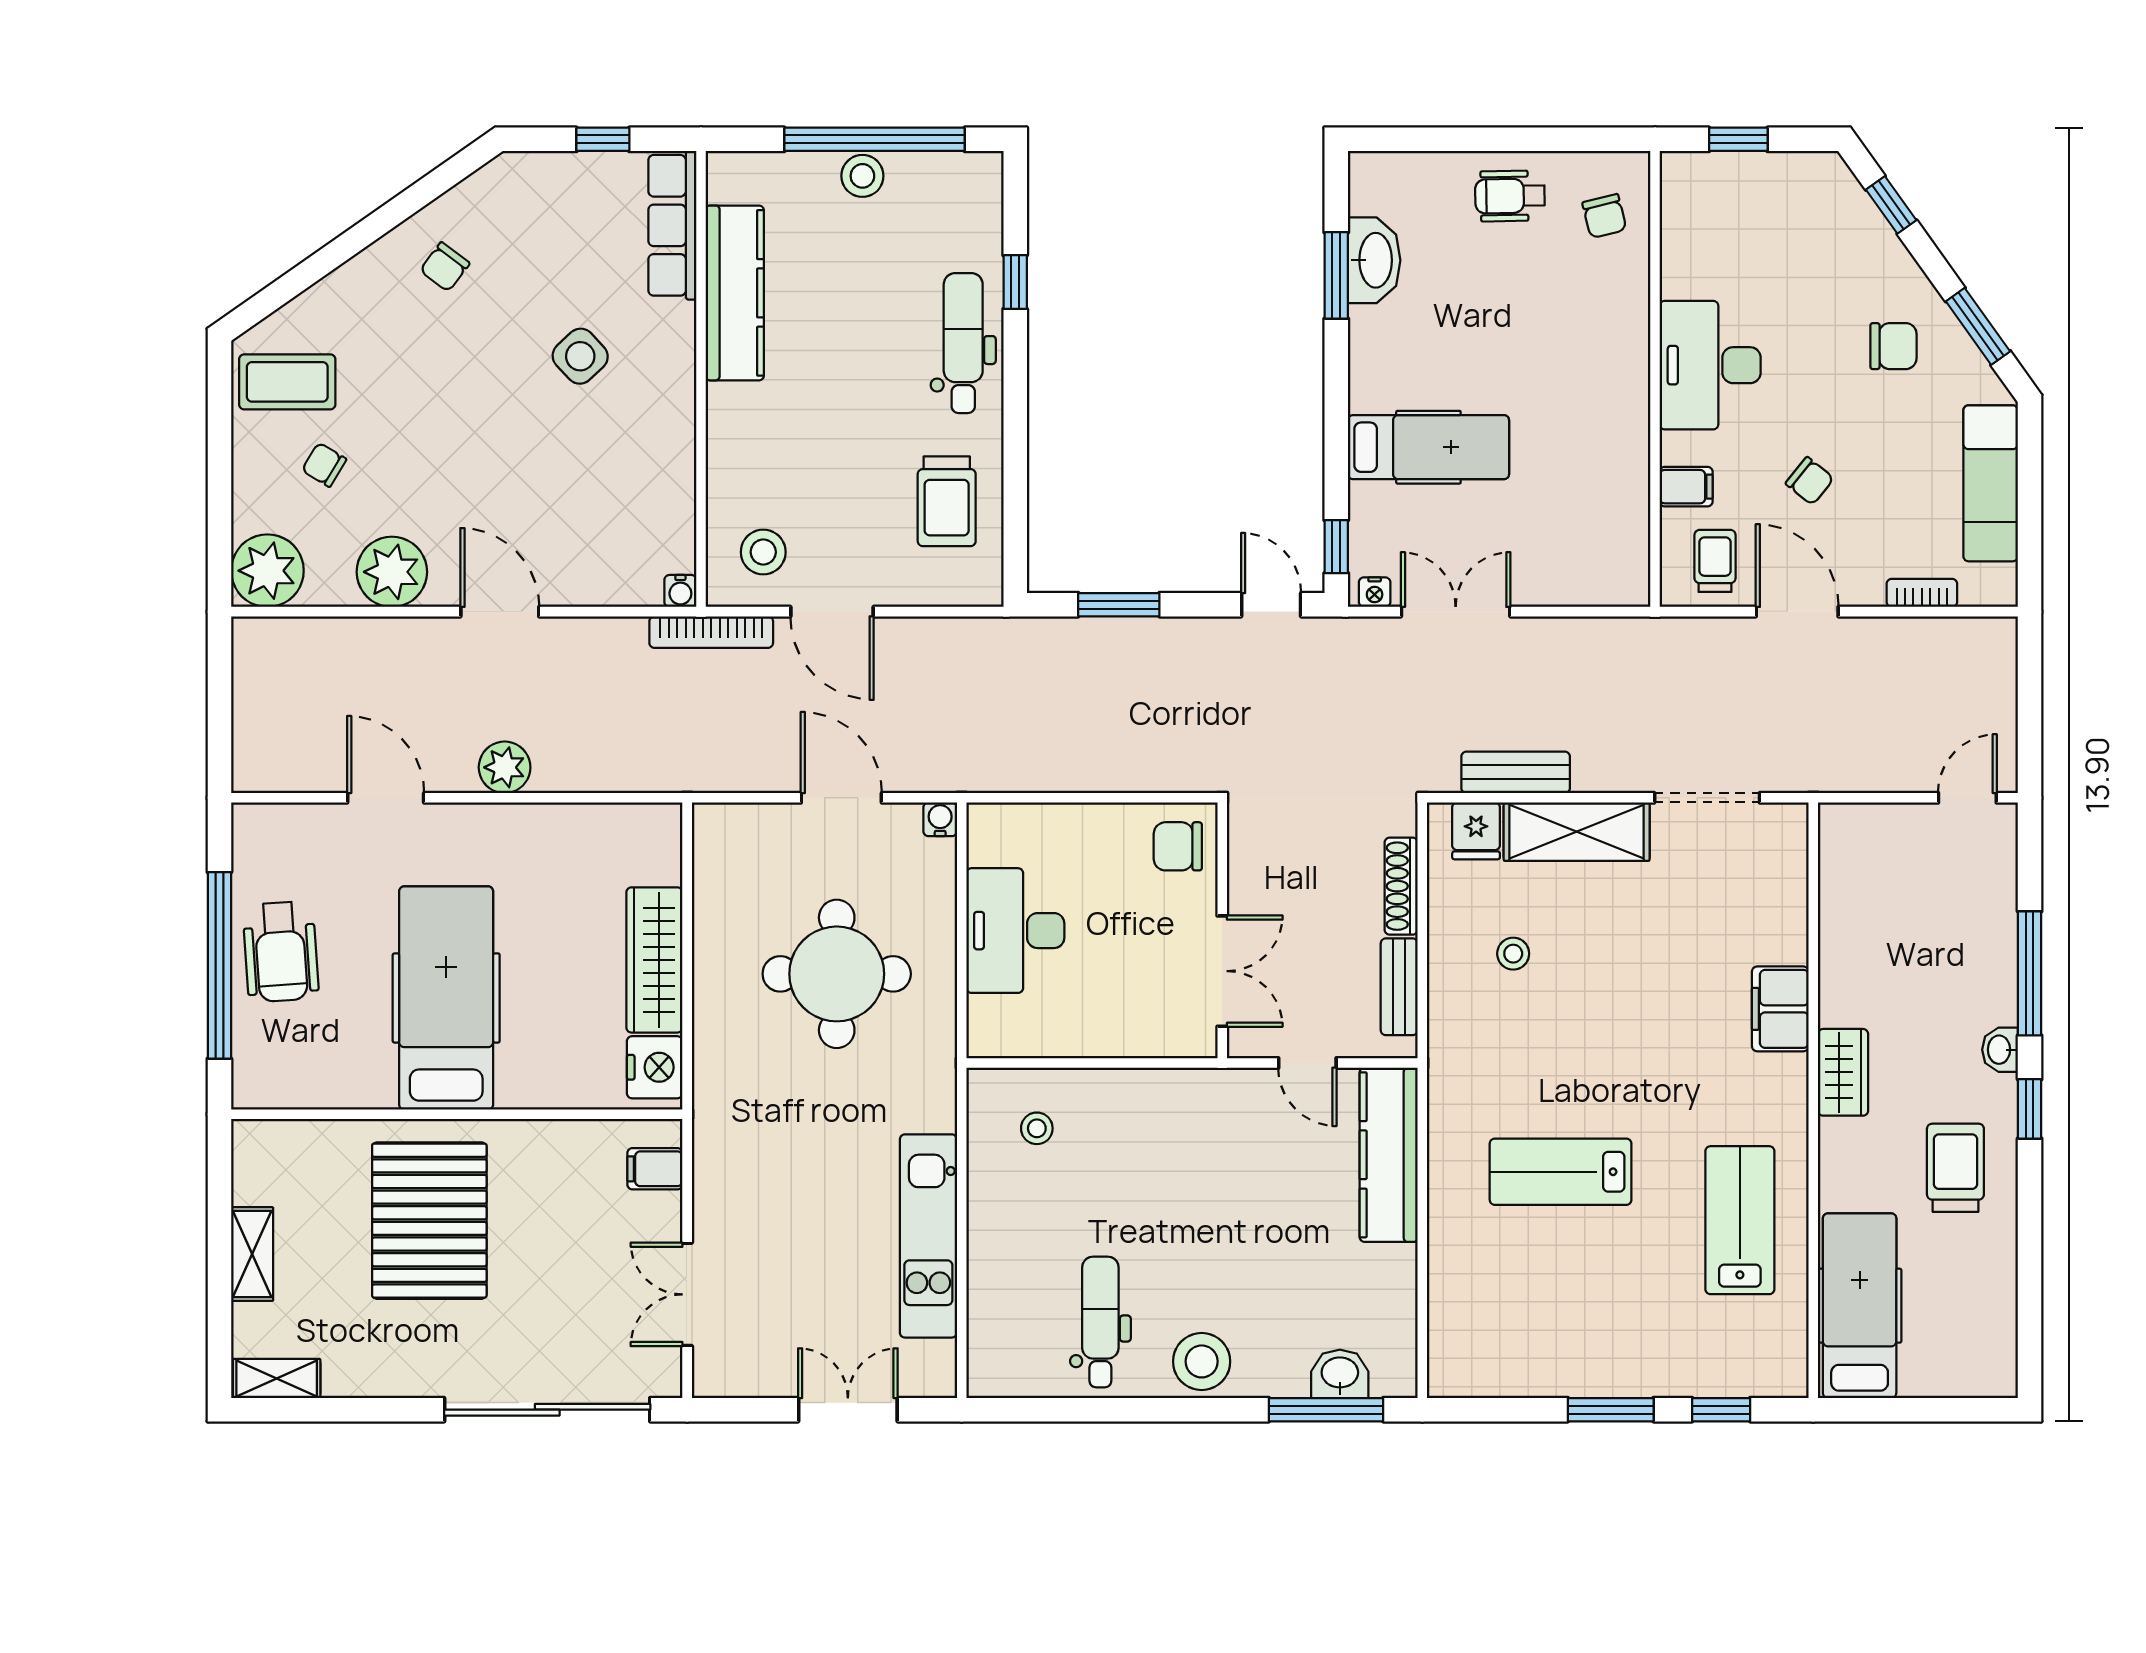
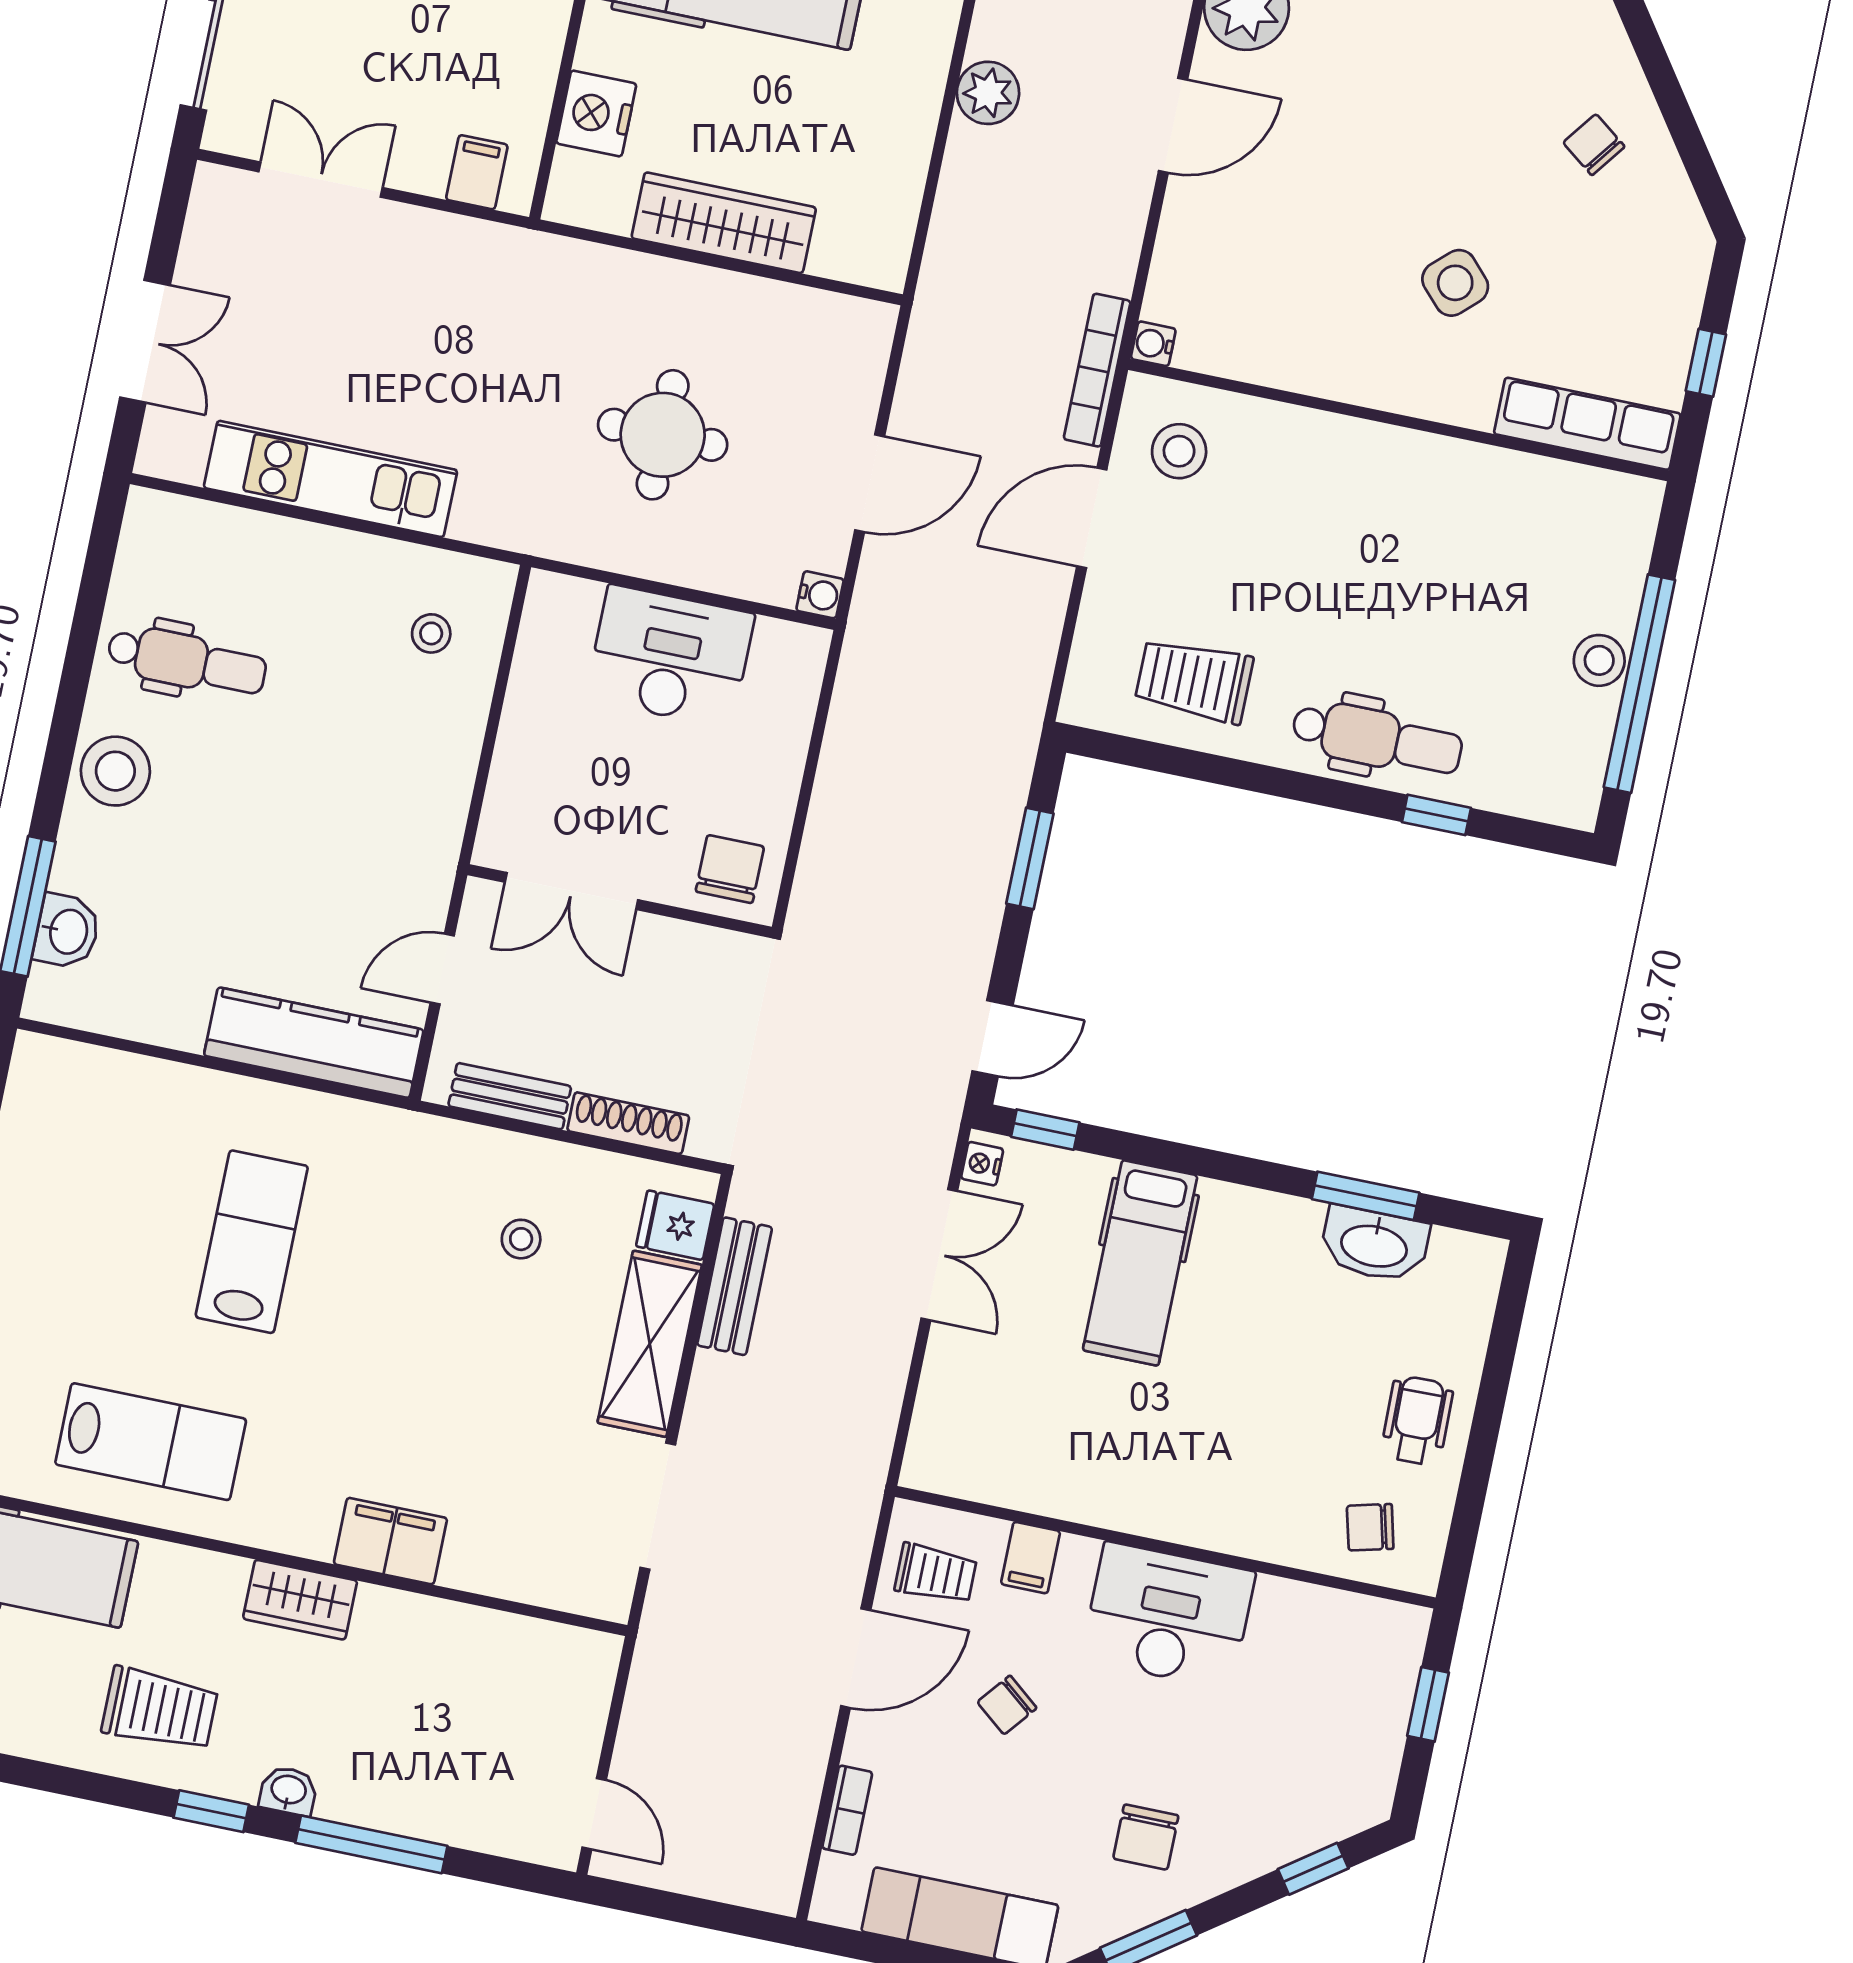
kitchen counter: (735, 293) -> (1492, 481), removed
round table: (837, 974) -> (663, 435), width x0.73, depth x0.73
nightstand: (655, 1067) -> (596, 114), moved, turned 90

